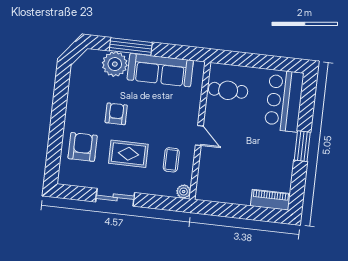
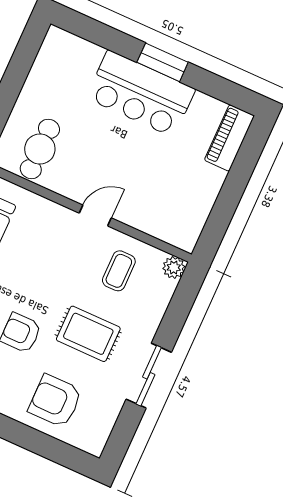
bar counter: (284, 101) -> (141, 94), moved
rug: (128, 154) -> (88, 334), turned 90
coffee table: (171, 160) -> (119, 271), turned 90

